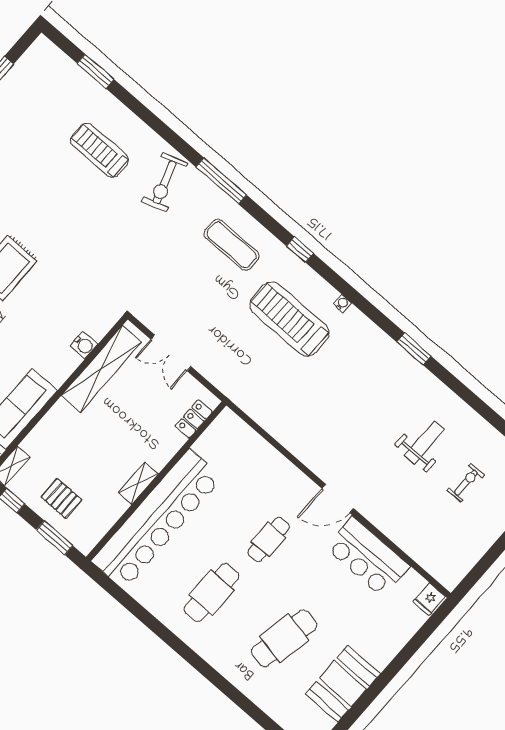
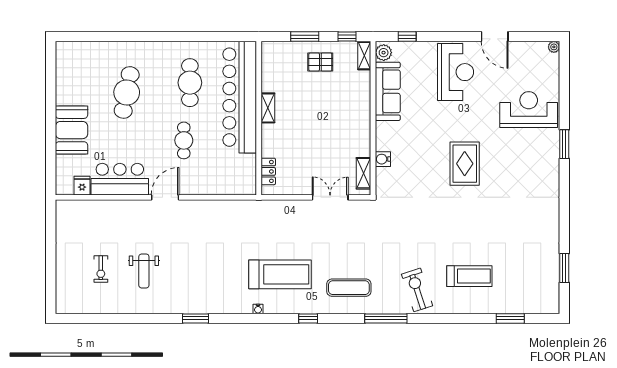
shelving: (101, 369) -> (364, 173), width x0.45, depth x0.75
locker: (194, 419) -> (268, 171), moved
wall: (156, 481) -> (259, 118), moved
shelving: (138, 483) -> (268, 108), moved
bar counter: (157, 519) -> (240, 97), moved
fridge: (429, 599) -> (82, 186), moved
booth: (343, 684) -> (71, 130), moved

